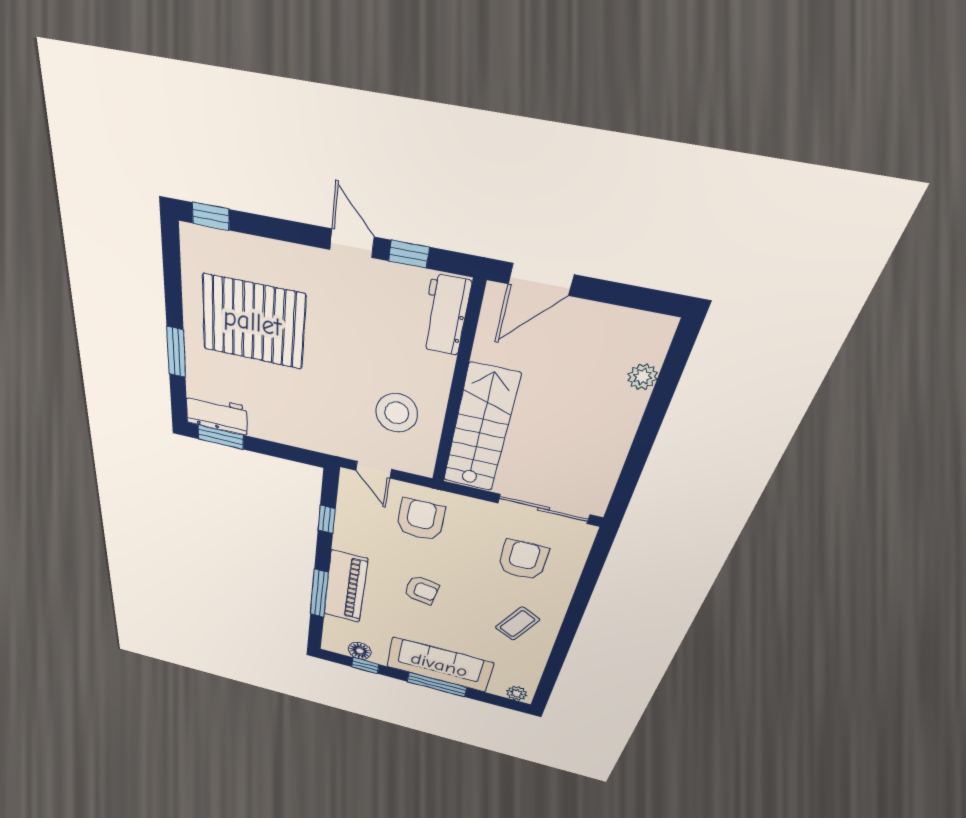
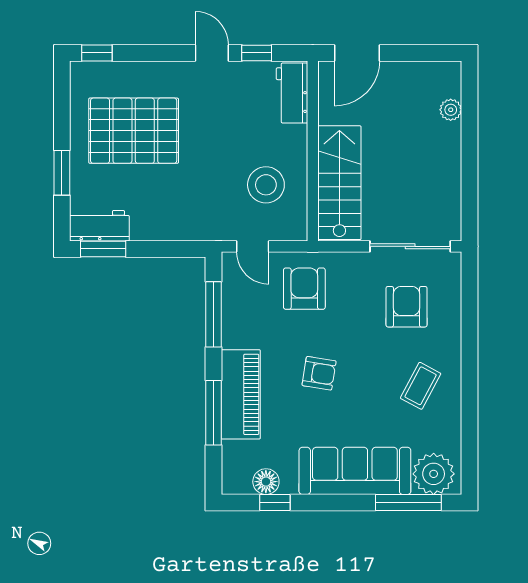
window: (327, 519) -> (213, 314), width x2.17
window: (437, 685) -> (408, 502), moved
plant: (516, 693) -> (434, 474), width x1.88, depth x1.88

